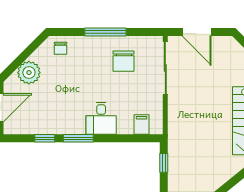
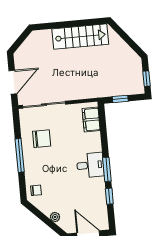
plant: (29, 73) -> (55, 217), width x0.53, depth x0.53
desk: (101, 118) -> (90, 165), moved
filing cabinet: (142, 125) -> (91, 120), width x2.00

